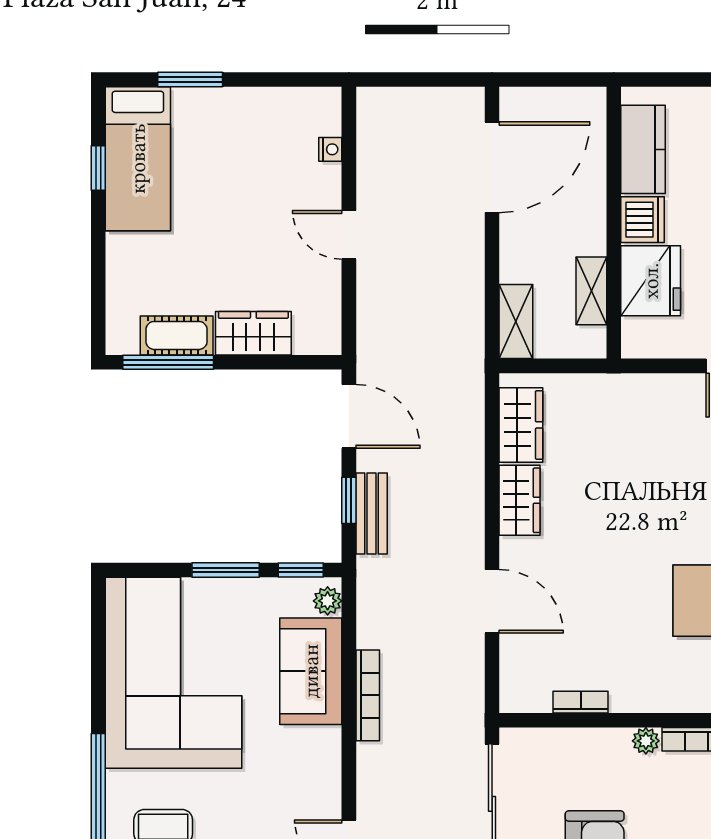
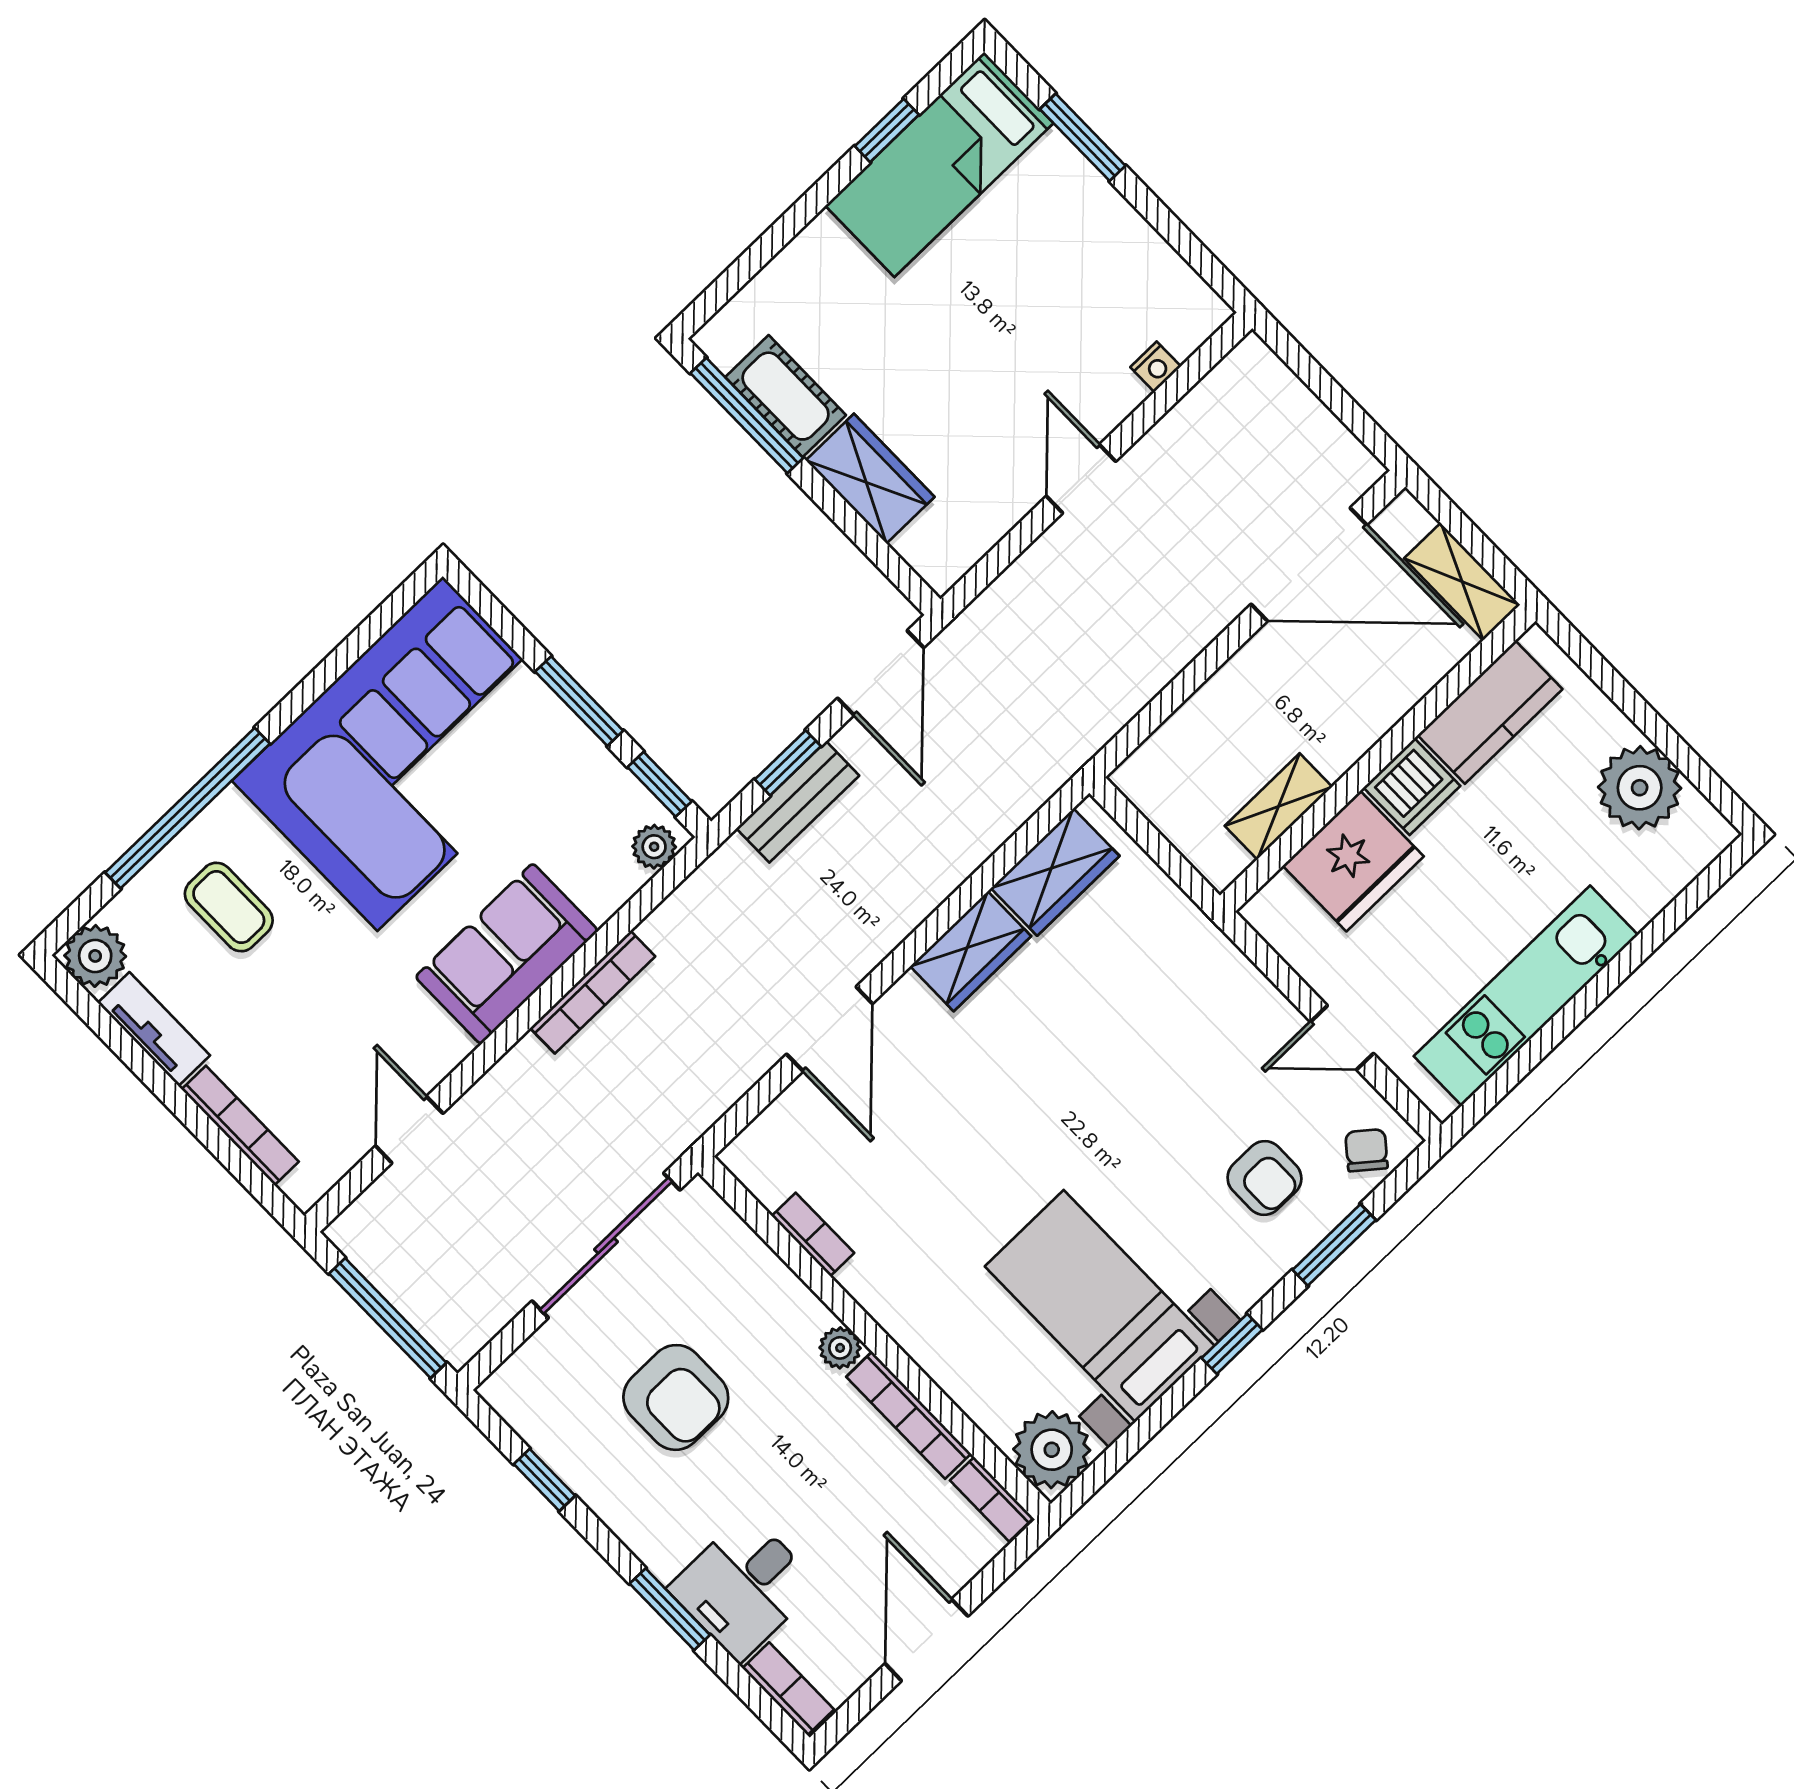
shelving: (516, 322) -> (1462, 582), moved, turned 90
sofa: (311, 671) -> (507, 954), moved

